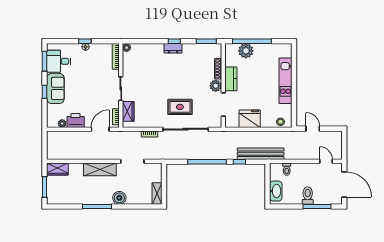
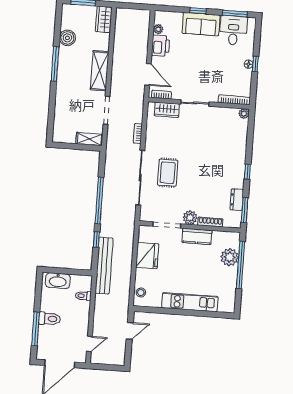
dresser: (173, 48) -> (237, 200), moved
shelving: (157, 194) -> (89, 139), moved
boiler: (119, 198) -> (67, 38), moved

